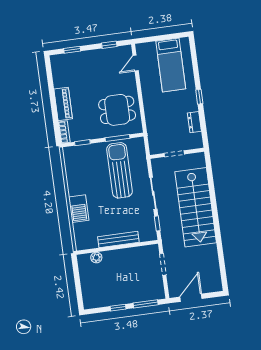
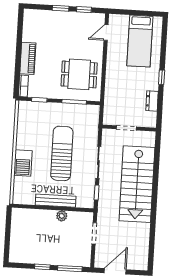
window: (72, 50) -> (61, 8), moved
sun lounger: (120, 170) -> (62, 153), moved
plant: (96, 258) -> (62, 216), moved

